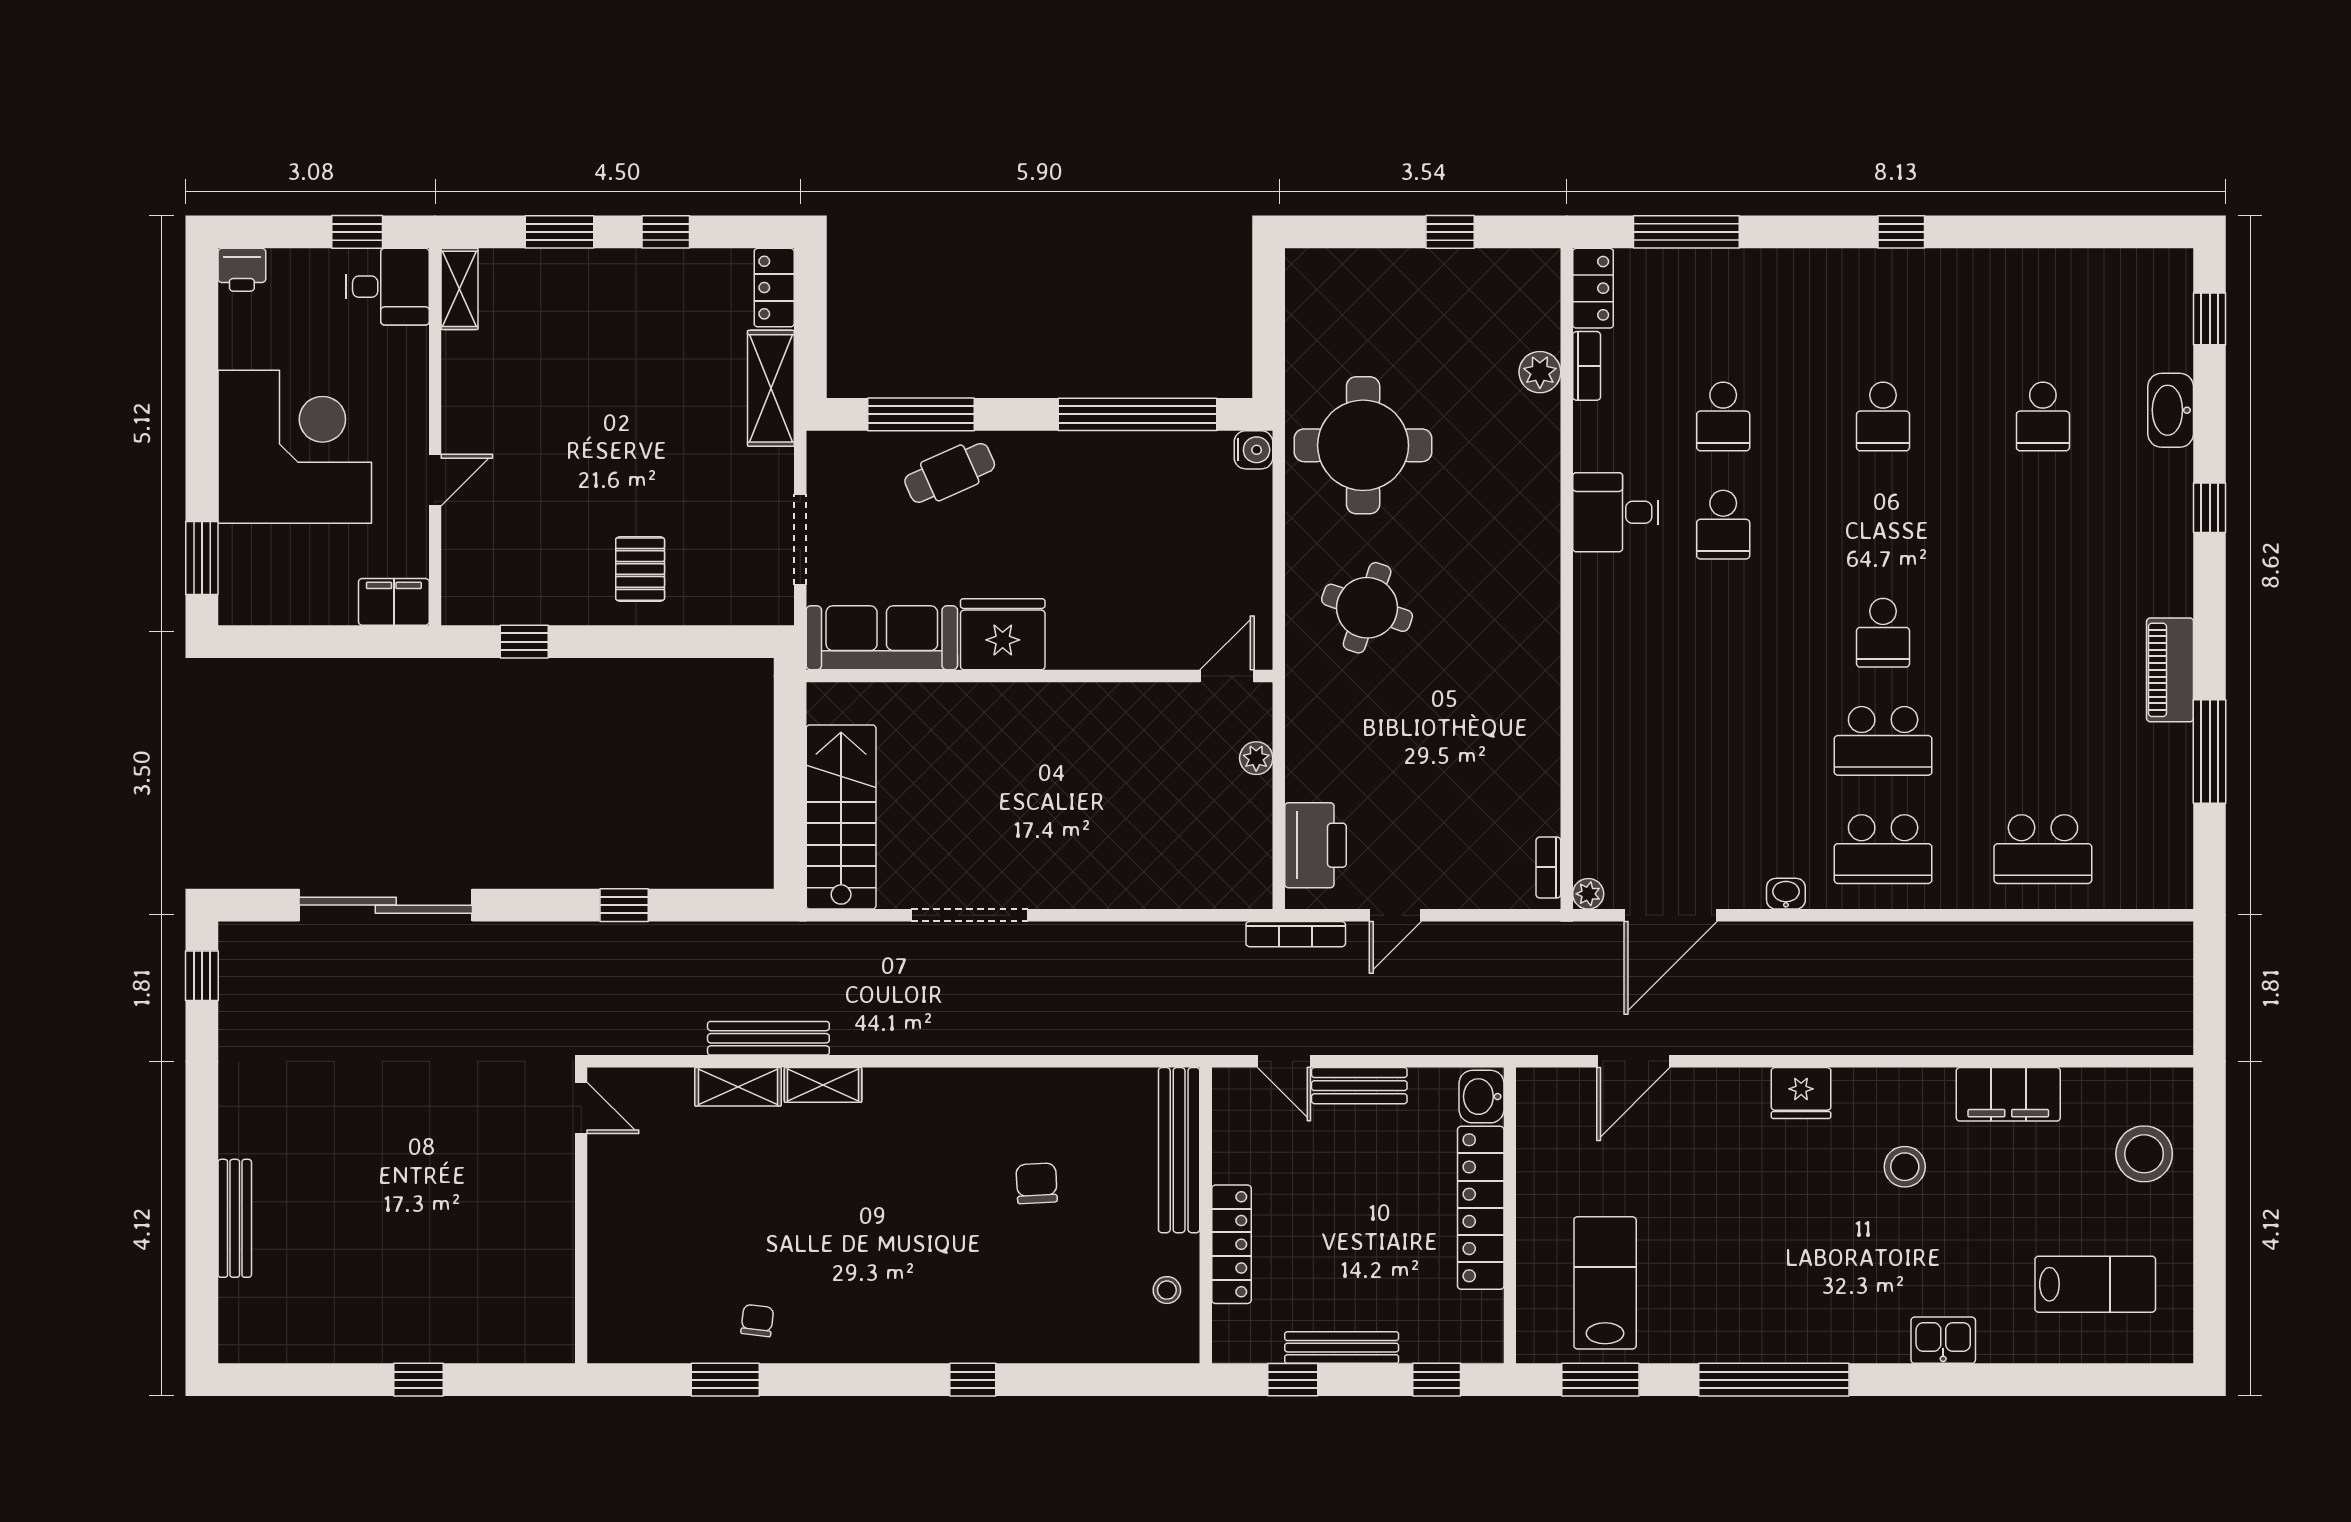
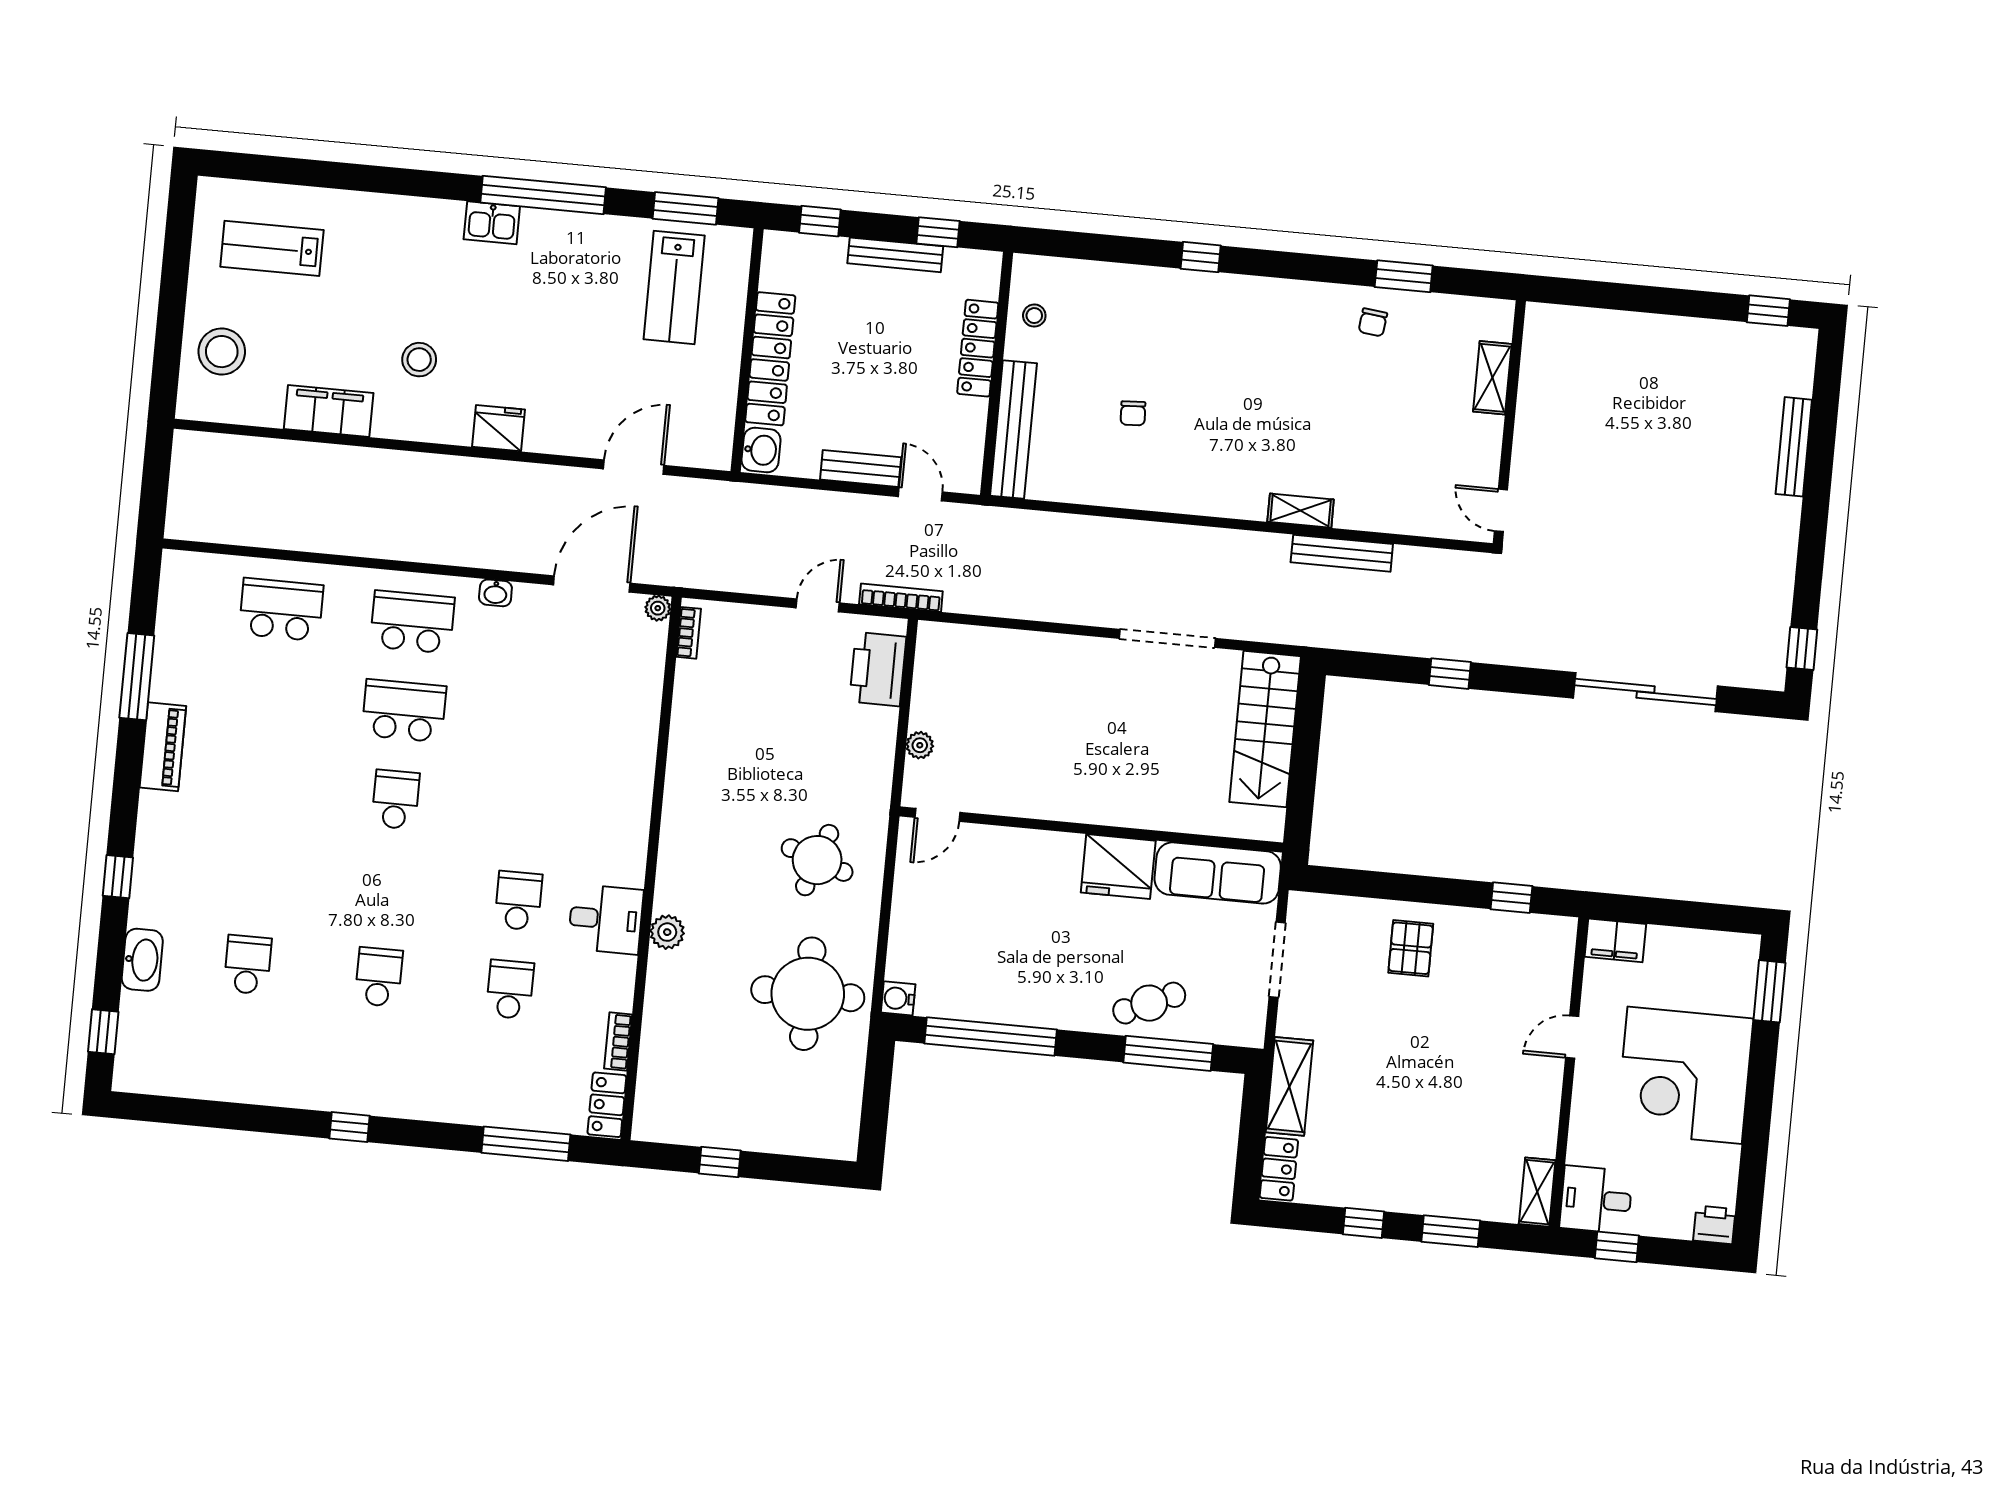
plant: (1540, 372) -> (667, 932), moved
shelving: (738, 1087) -> (1492, 378), moved, turned 90
chair: (1037, 1183) -> (1133, 413), width x0.73, depth x0.73
kitchen sink: (1943, 1340) -> (492, 223), moved
window: (419, 1380) -> (1768, 311), moved

